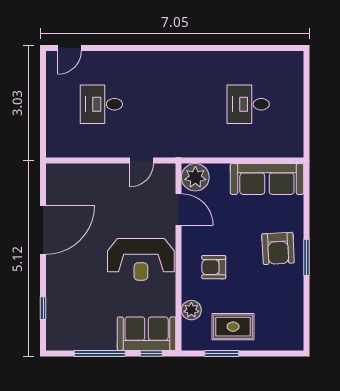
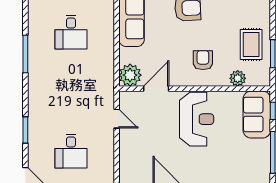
window: (128, 48) -> (25, 130), added
window: (221, 48) -> (25, 54), added
armchair: (214, 267) -> (203, 60), turned 180

